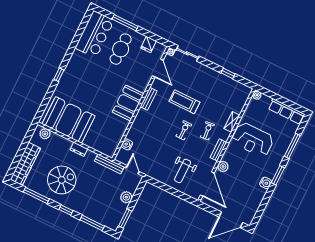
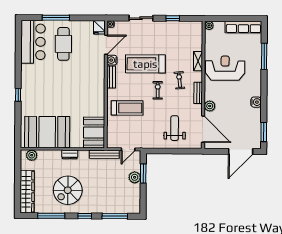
fridge: (149, 45) -> (99, 27), moved
sliding door: (187, 53) -> (141, 18), moved
door: (158, 68) -> (106, 45), hinge flipped
treadmill: (184, 102) -> (145, 64), width x1.37, depth x1.38
booth: (128, 103) -> (94, 133), moved
treadmill: (149, 133) -> (127, 108), added
reception desk: (253, 140) -> (225, 68), turned 180
water cooler: (127, 144) -> (112, 60), moved
door: (133, 170) -> (128, 149), swing flipped
weight bench: (183, 171) -> (175, 128), turned 180
window: (278, 175) -> (264, 132), moved
spiral stairs: (62, 180) -> (68, 190), turned 180
window: (125, 218) -> (143, 174), moved

